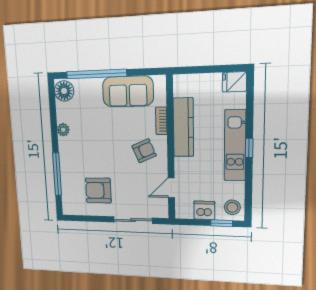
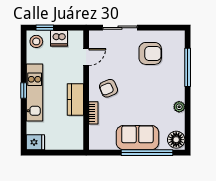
sofa: (128, 91) -> (137, 138), moved
kitchen counter: (183, 127) -> (75, 99), width x0.67

